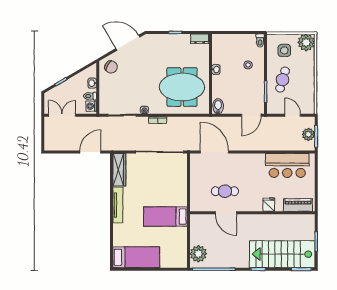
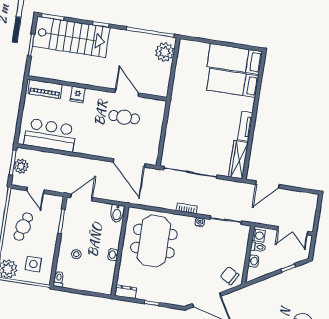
cafe table: (283, 80) -> (23, 227), moved
meeting table: (182, 87) -> (154, 241), turned 90
tv unit: (118, 205) -> (245, 126), width x0.71
bed: (165, 217) -> (233, 83), moved, turned 180

